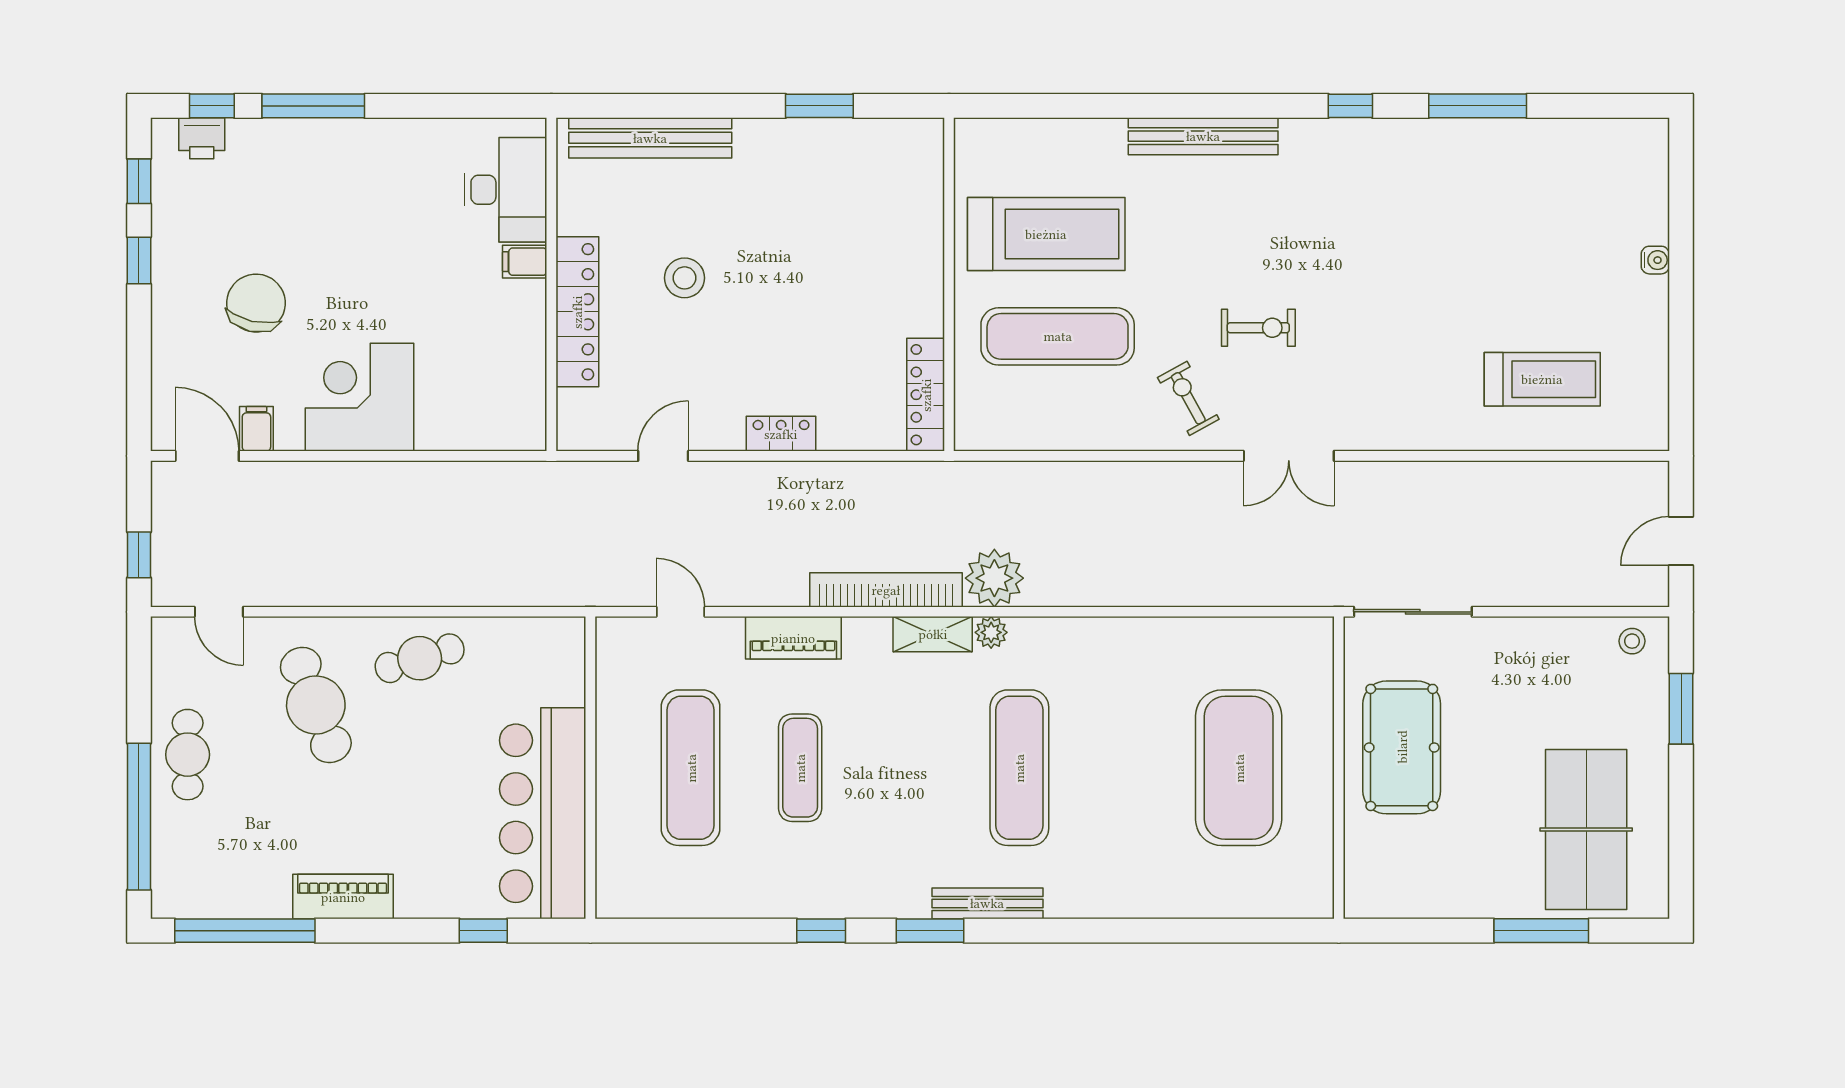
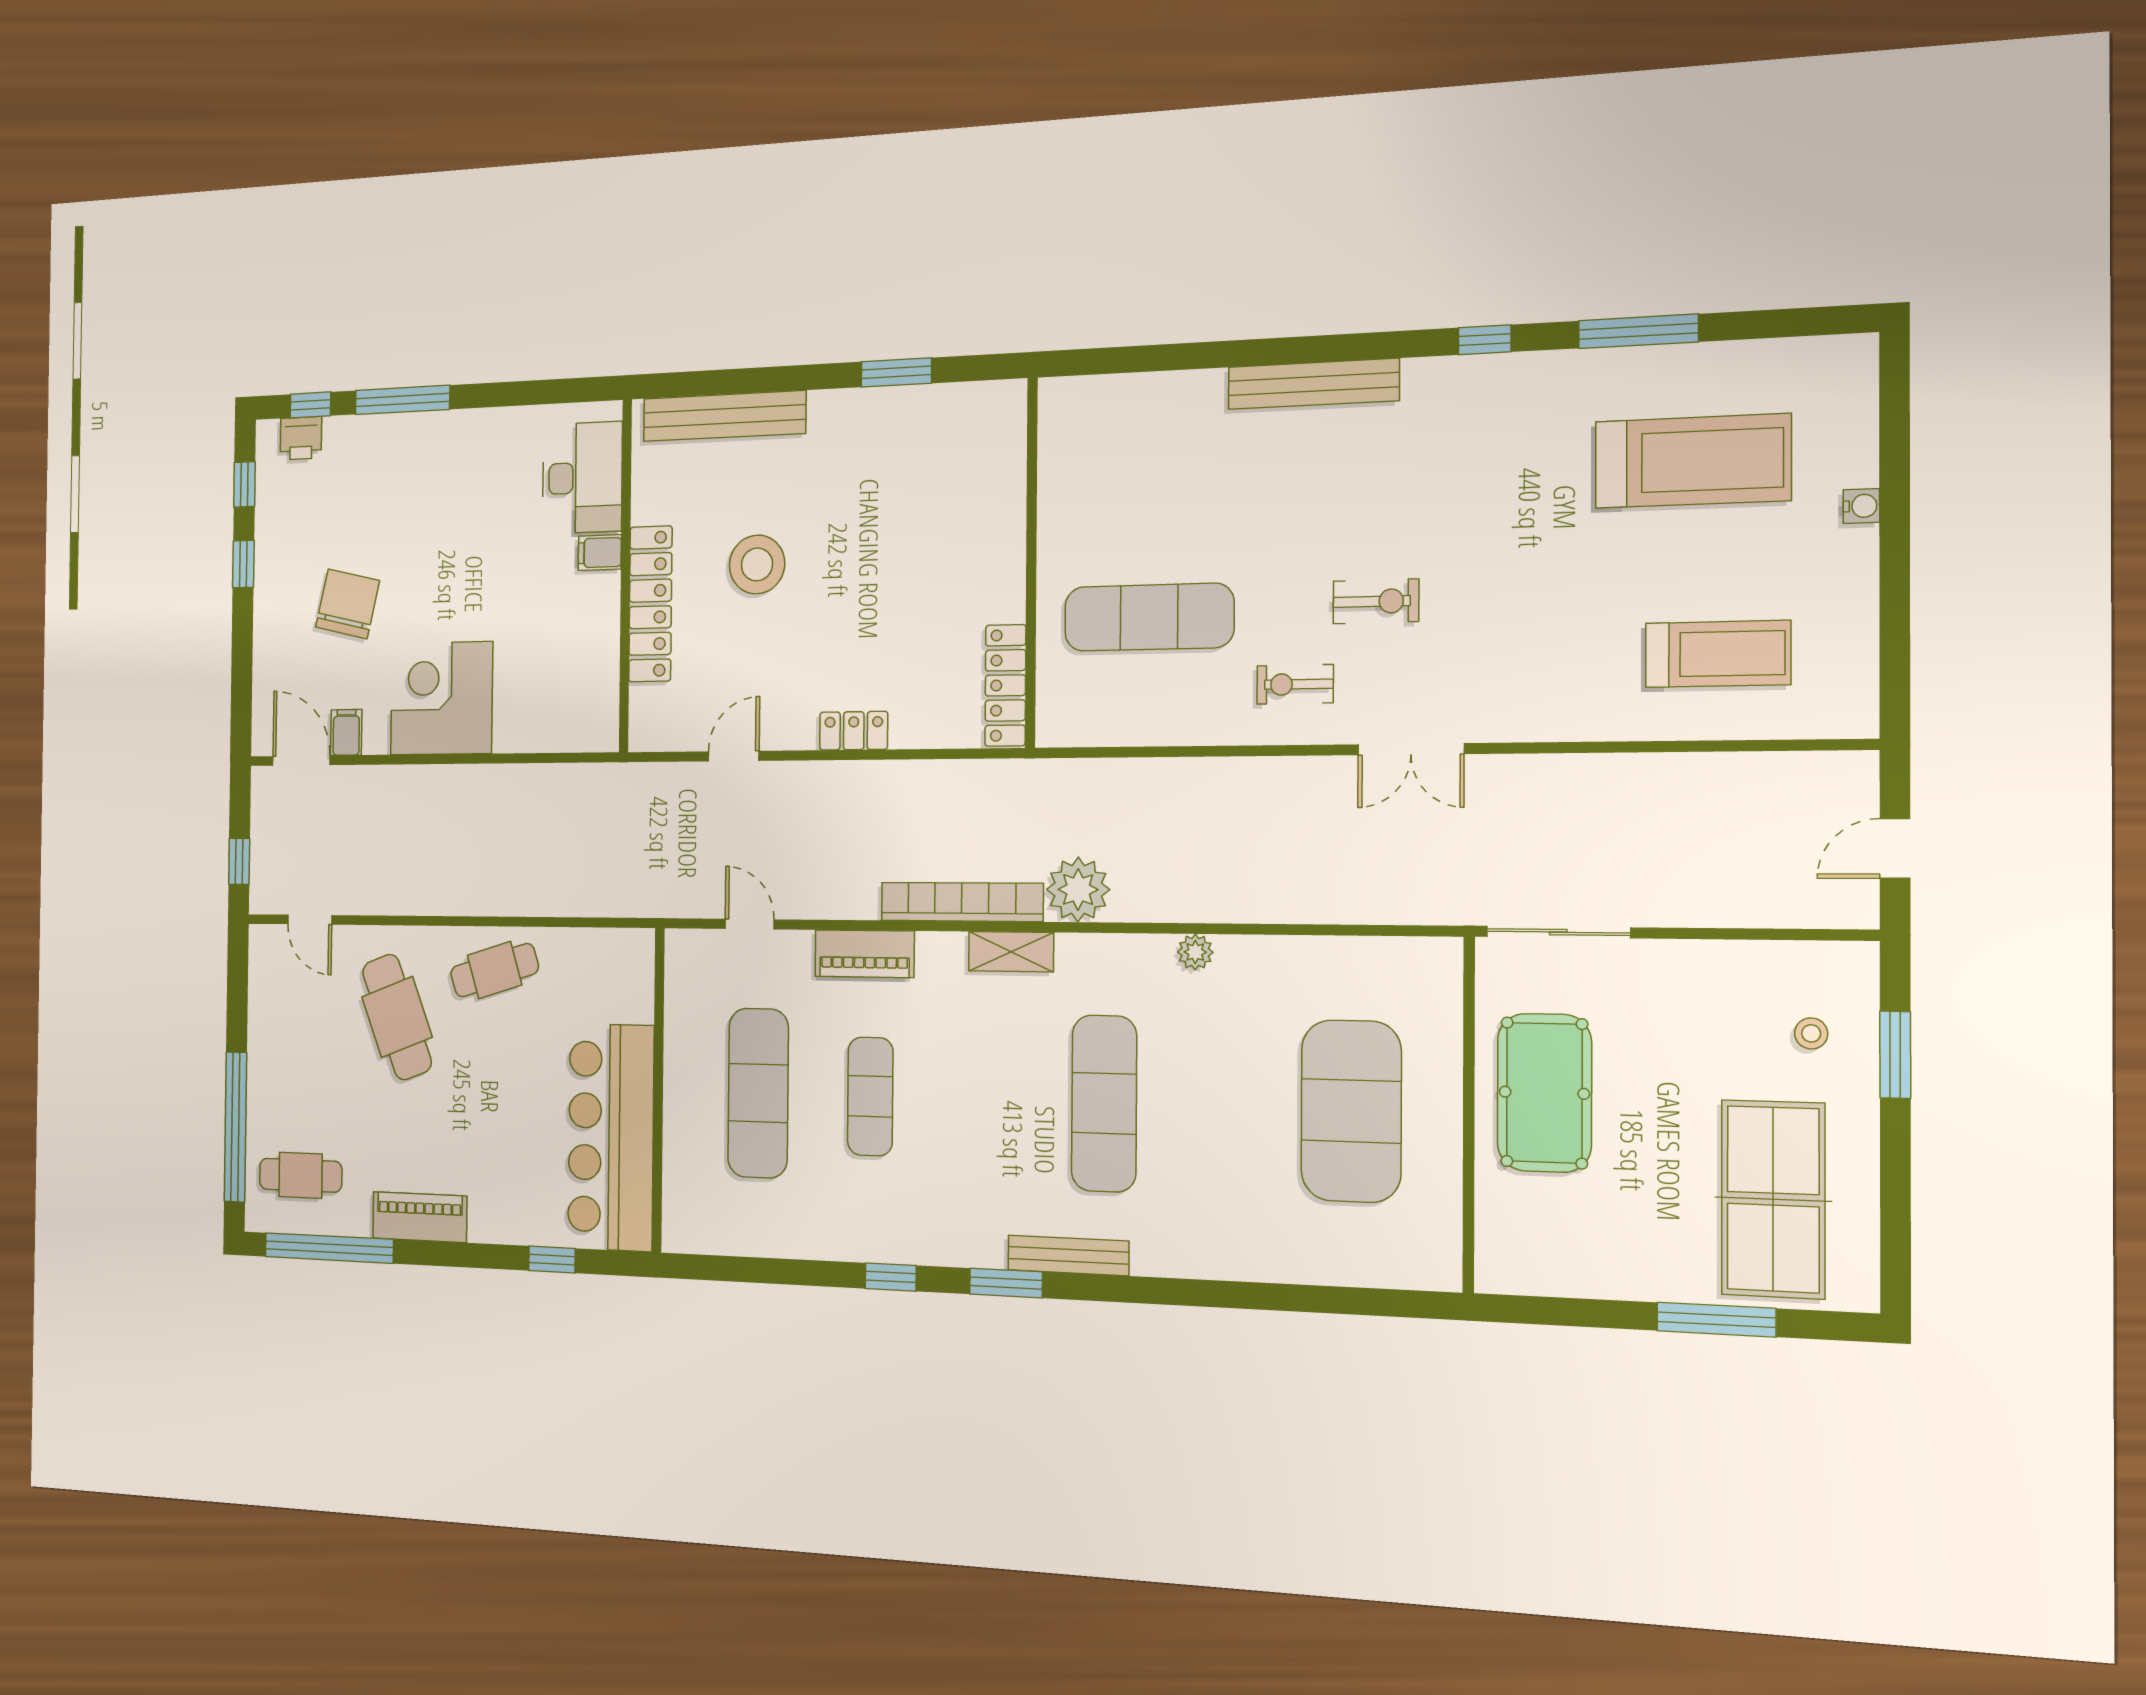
treadmill: (1046, 234) -> (1693, 461), moved
stool: (685, 278) -> (757, 564), width x1.38, depth x1.38
exercise bike: (1188, 398) -> (1295, 684), turned -61
plant: (991, 632) -> (1195, 952), moved
stool: (1632, 641) -> (1811, 1033), moved
cafe table: (188, 755) -> (301, 1175), moved, turned 90

